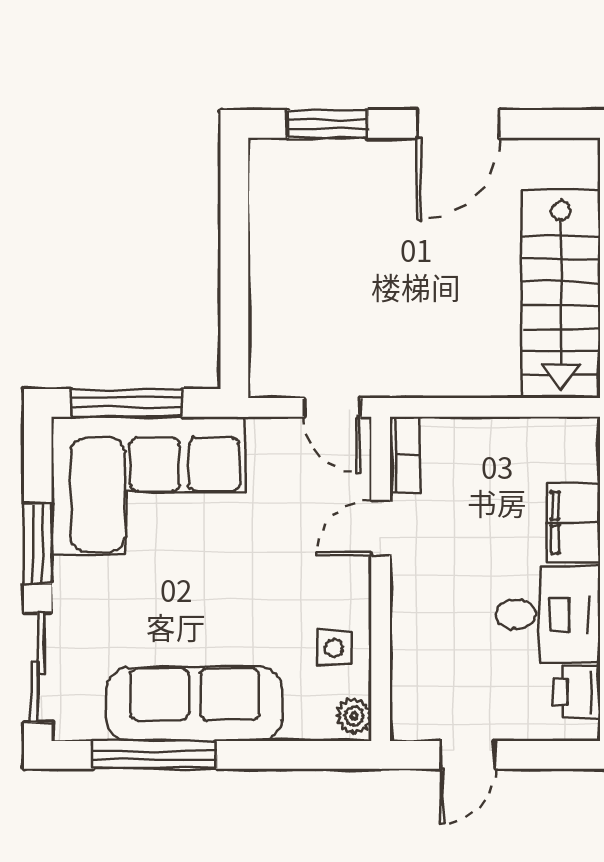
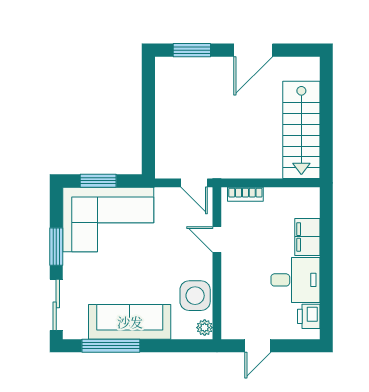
window: (127, 403) -> (98, 181), width x0.69
bookcase: (405, 454) -> (245, 194), moved, turned 90
door: (381, 528) -> (217, 240), hinge flipped
side table: (334, 648) -> (195, 296), width x1.87, depth x1.87

